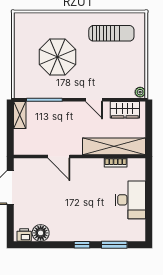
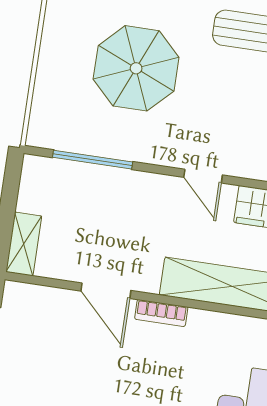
shelving: (20, 115) -> (24, 244), moved
bookcase: (116, 163) -> (161, 313), moved

